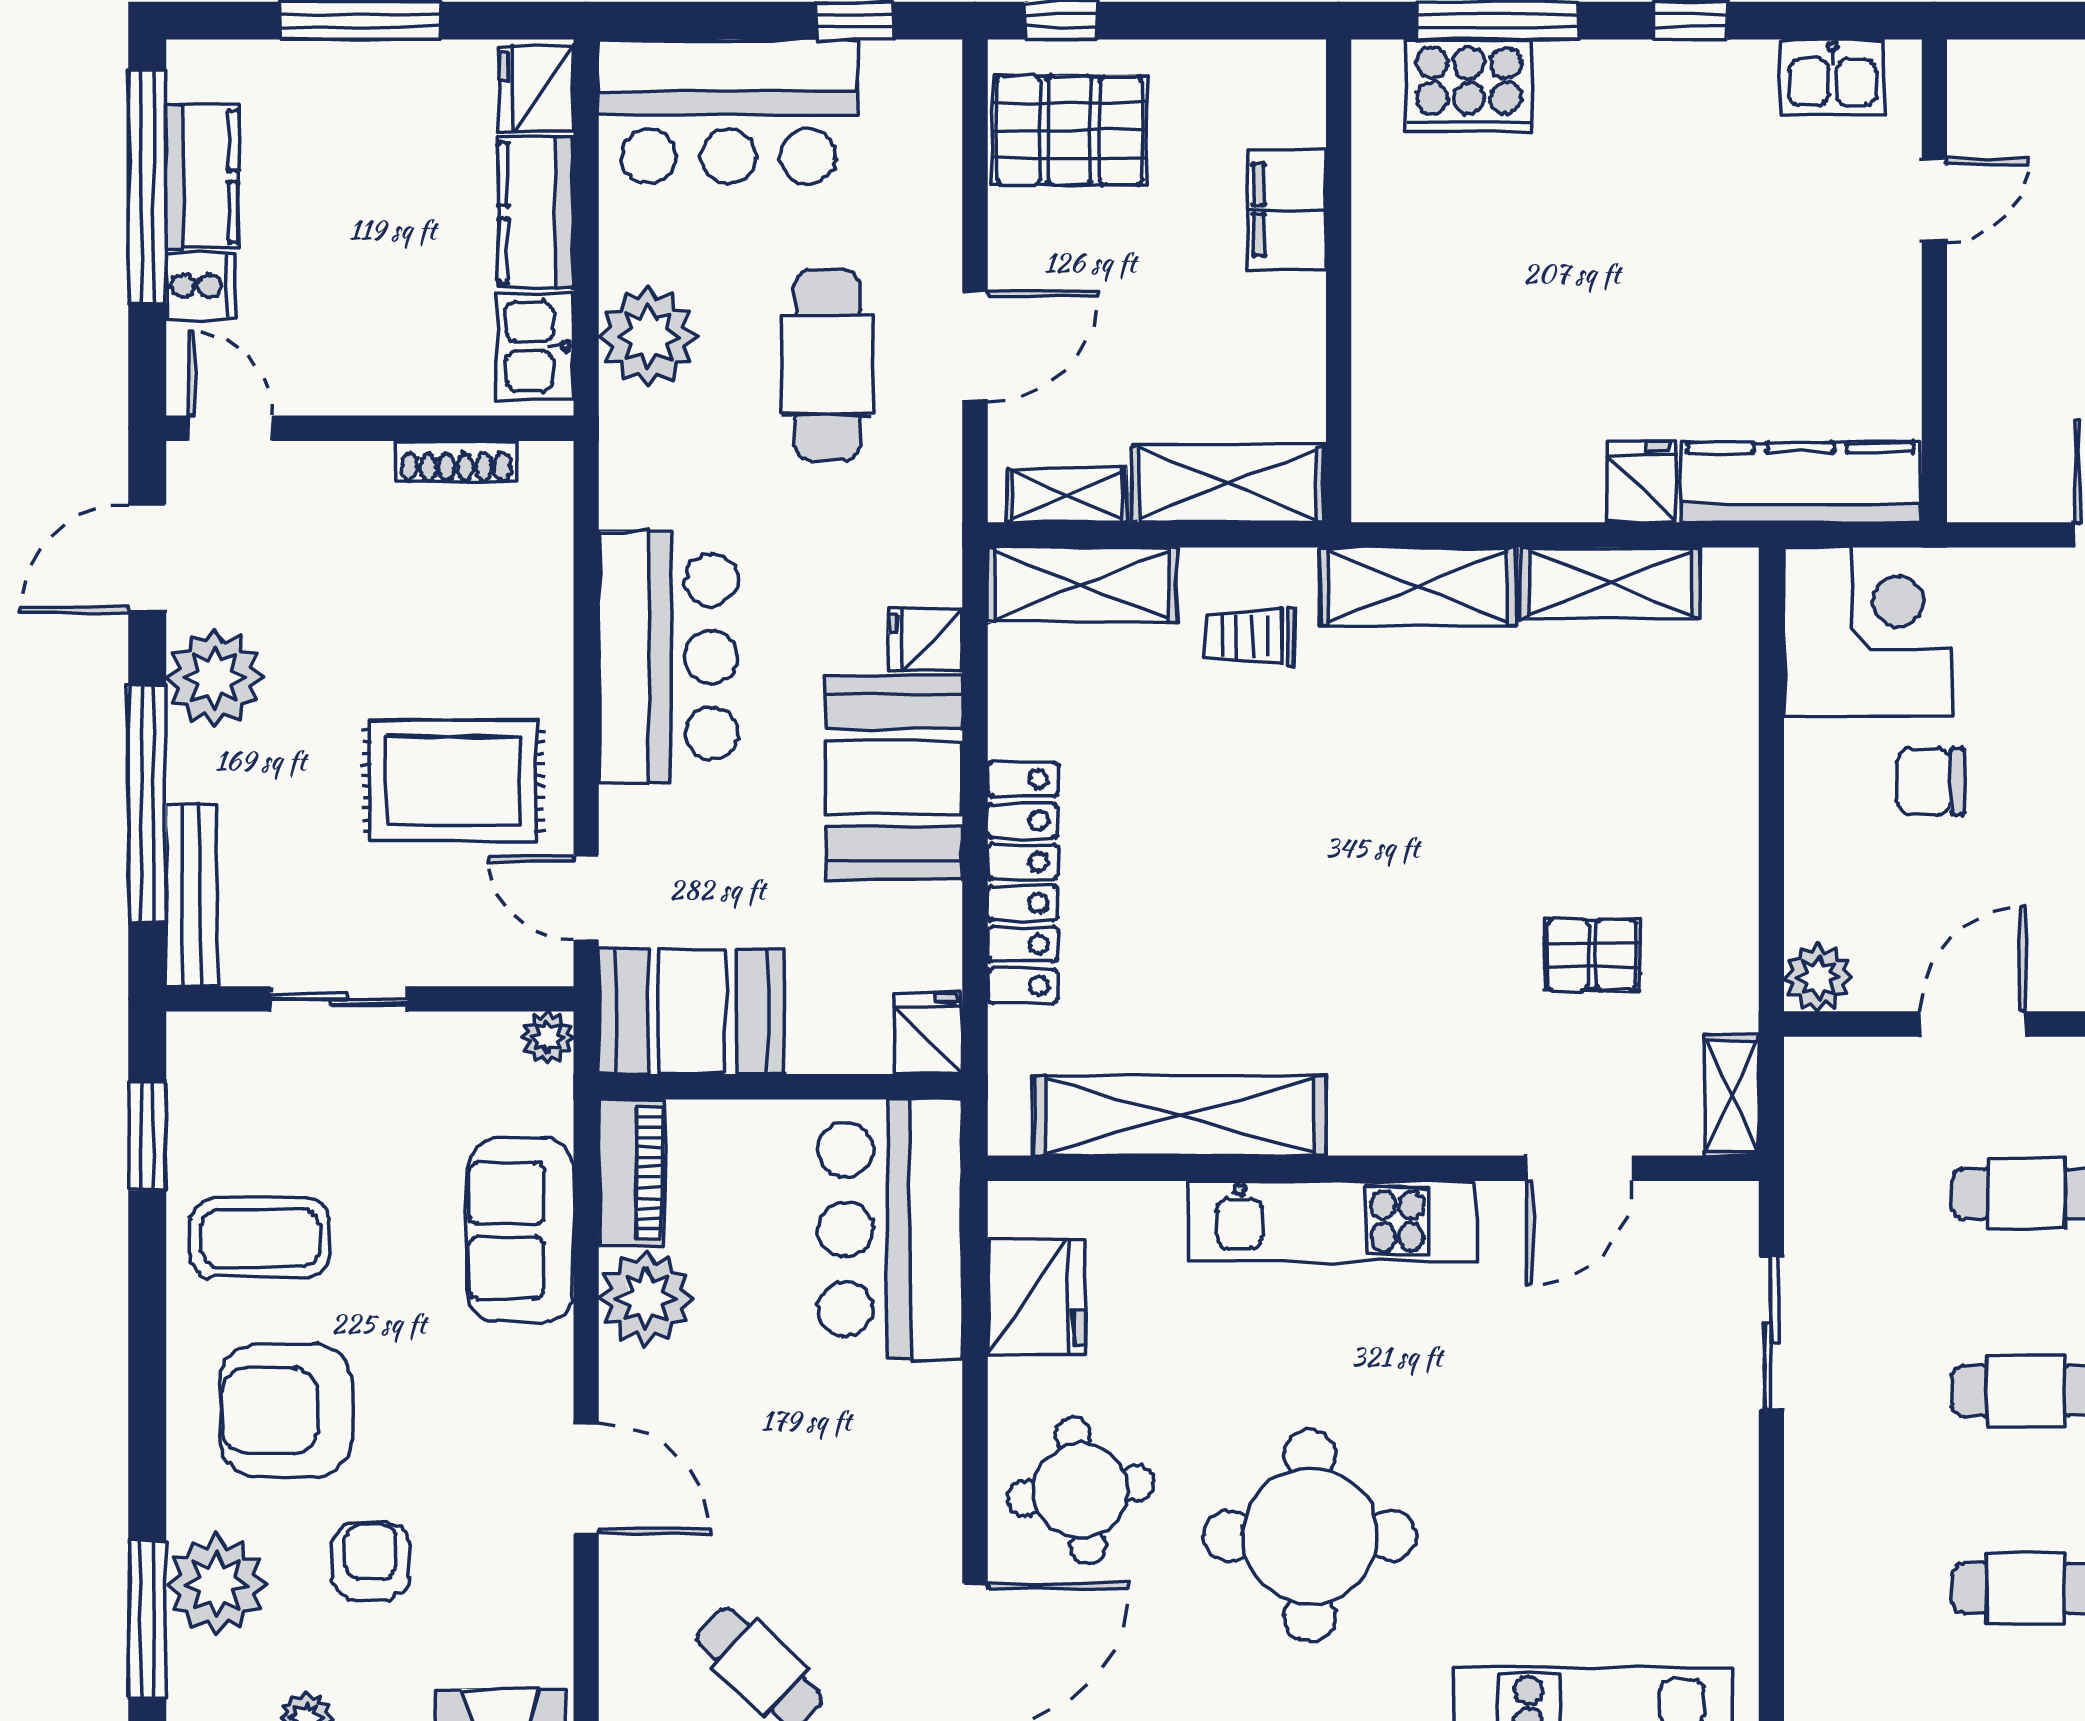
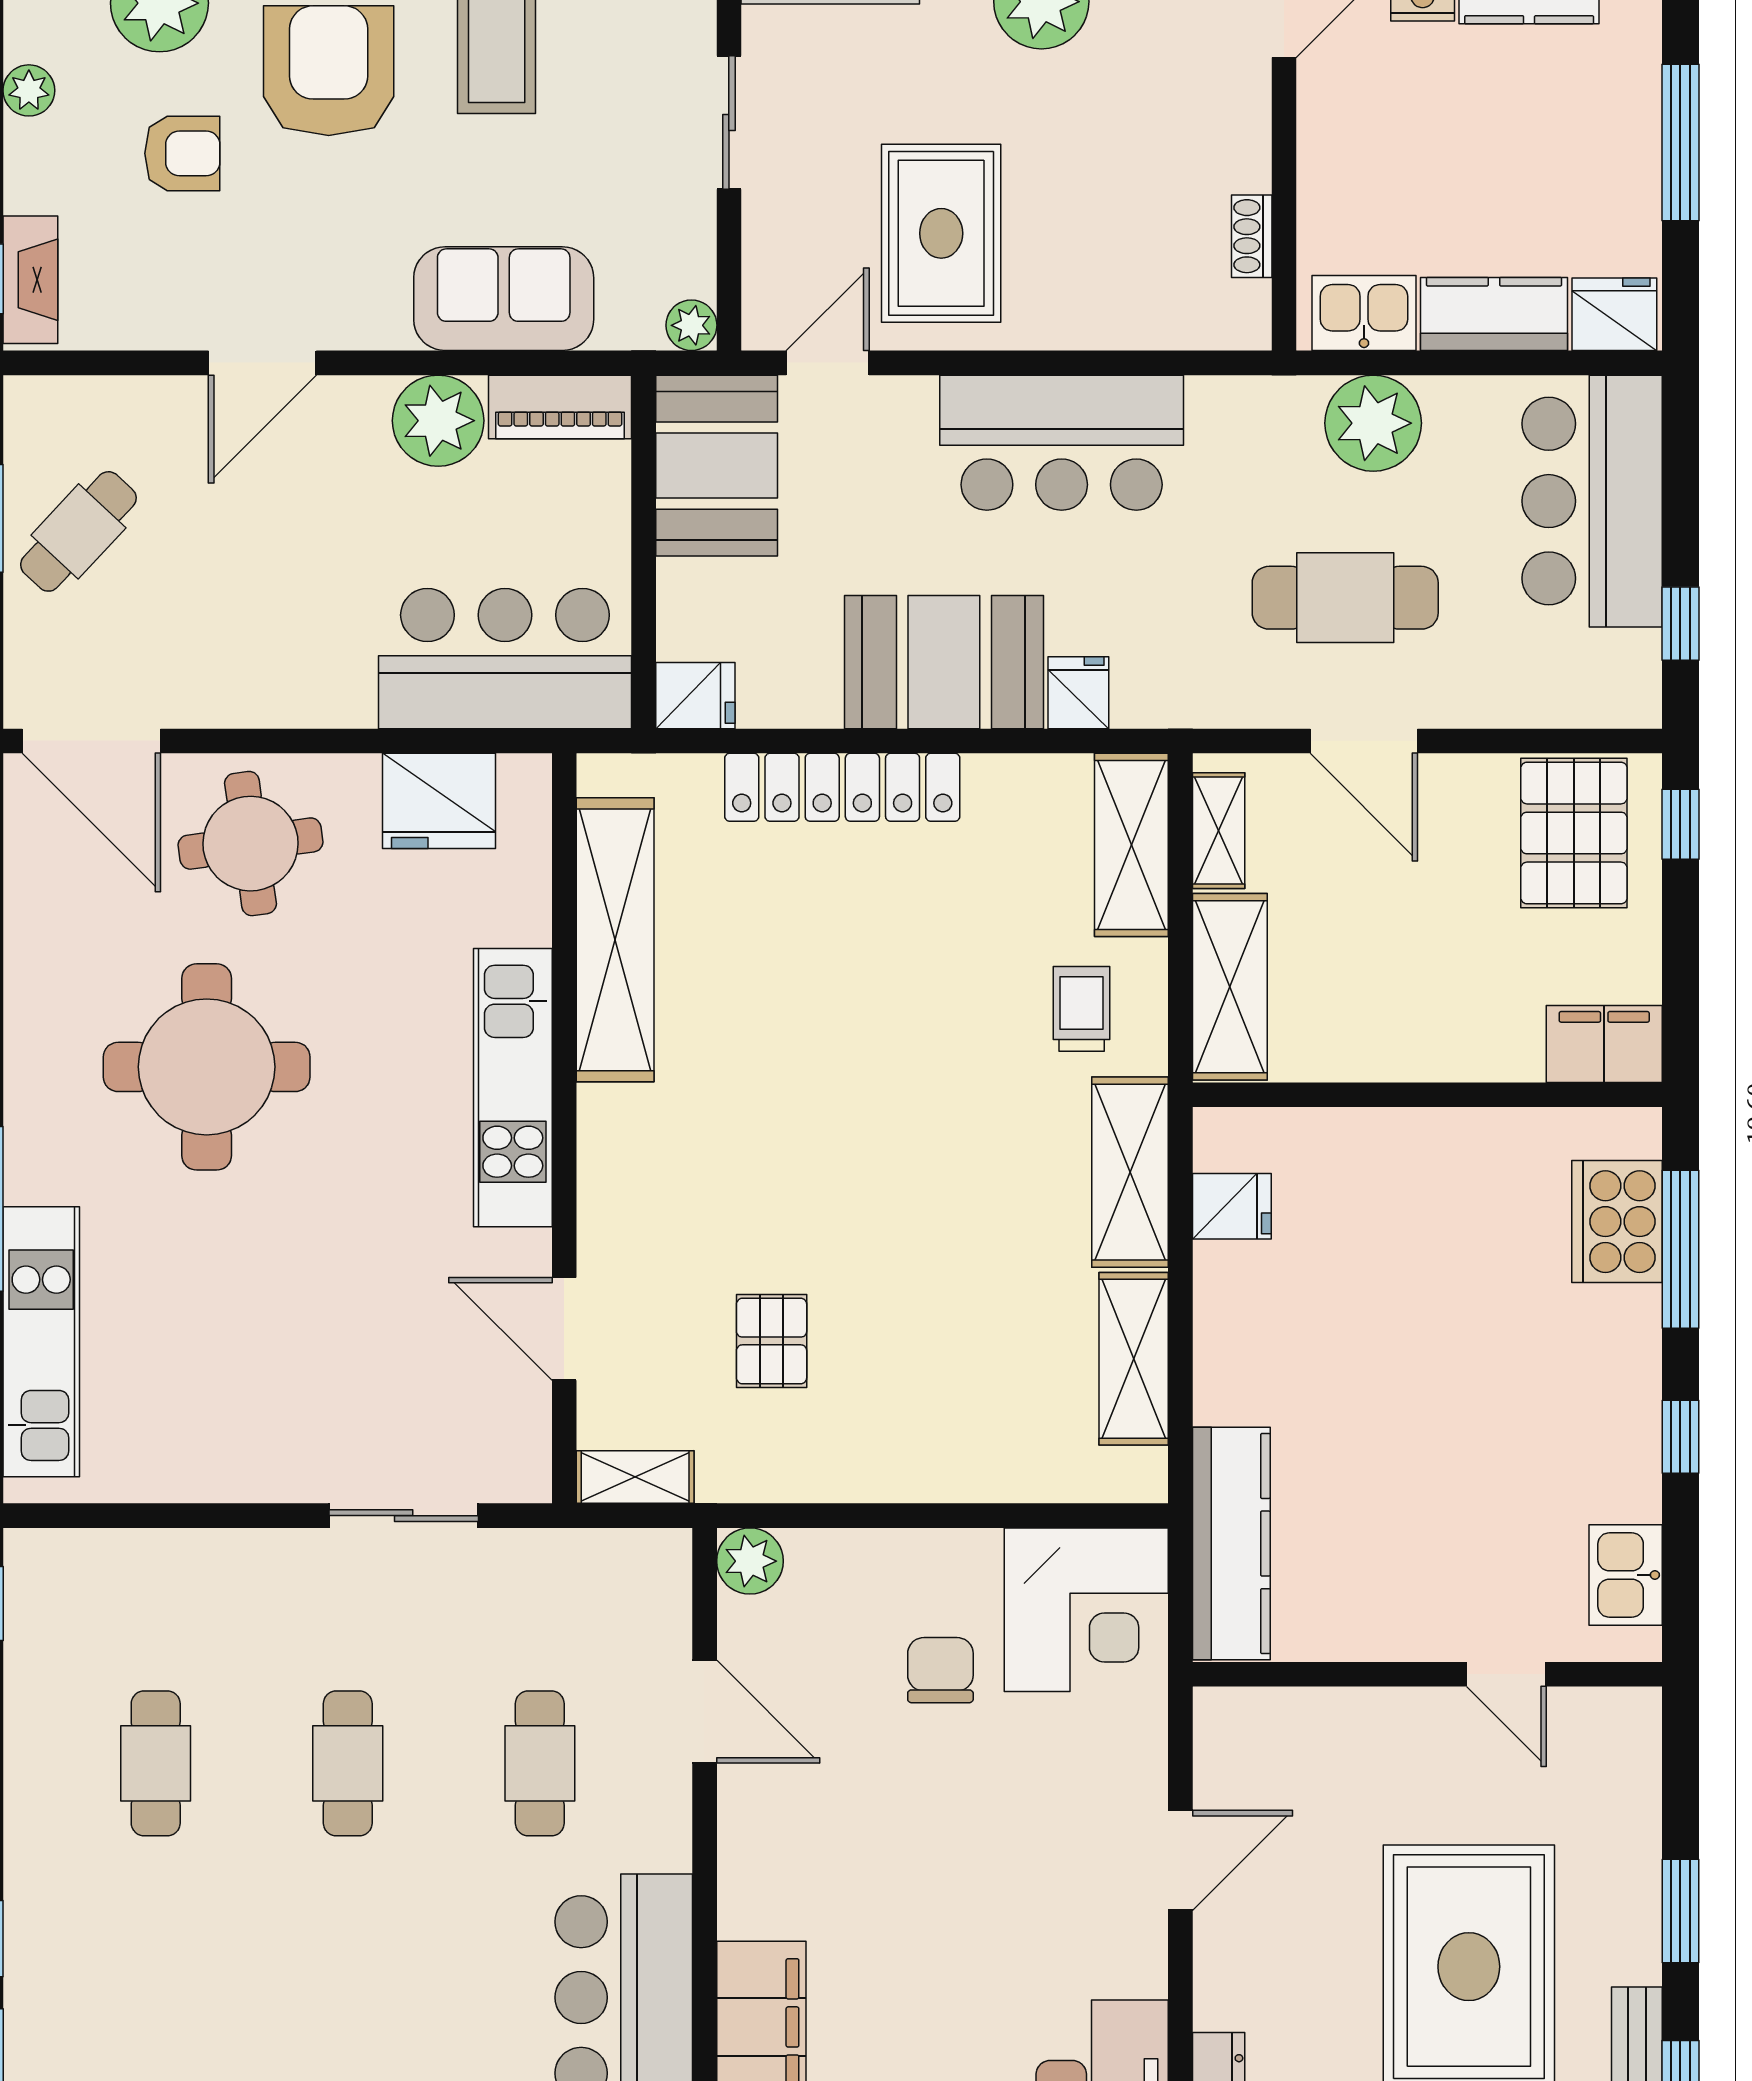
filing cabinet: (1286, 210) -> (1604, 1044), moved
shoe rack: (456, 462) -> (1252, 236), width x0.70
fridge: (1642, 482) -> (1232, 1206), moved

